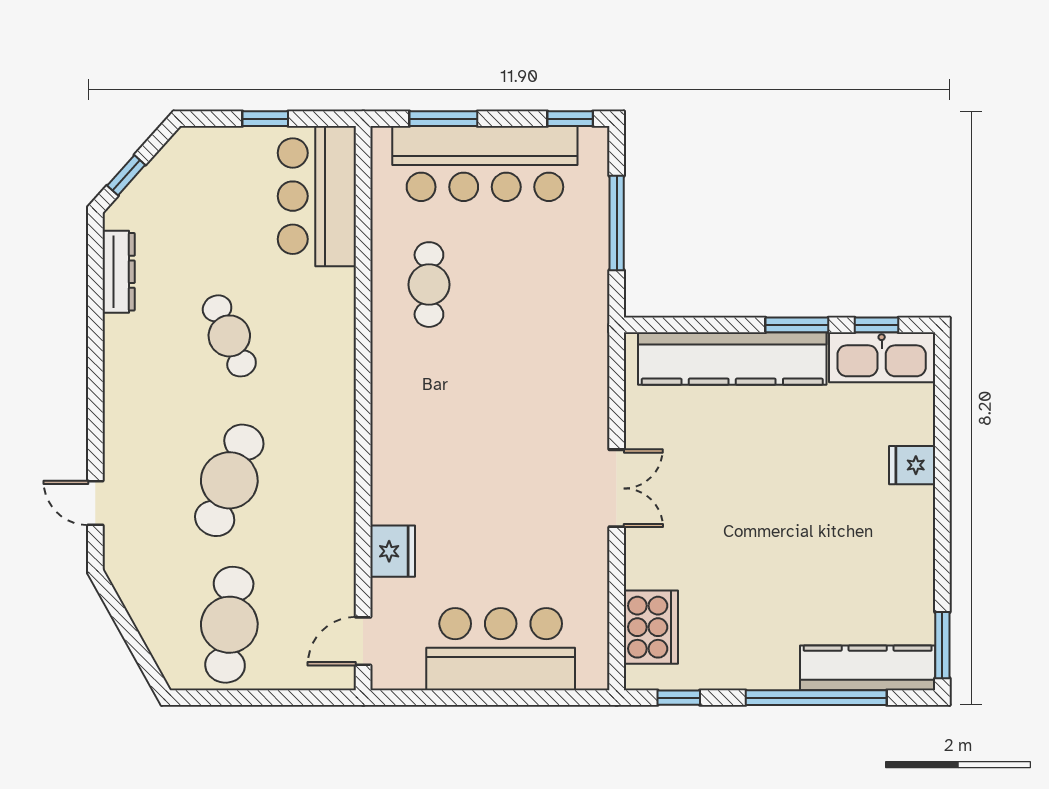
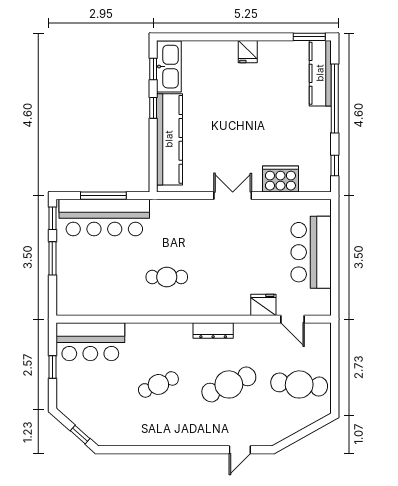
window: (443, 119) -> (52, 258), moved
bar counter: (485, 163) -> (104, 218), moved, turned 90
dresser: (119, 272) -> (213, 331), moved, turned 180
cafe table: (429, 285) -> (167, 277), moved
window: (797, 325) -> (153, 108), width x0.67
fridge: (912, 465) -> (248, 52), moved
cafe table: (229, 480) -> (229, 384), turned -45
cooker: (651, 627) -> (280, 179), moved
door: (363, 641) -> (293, 319), moved

